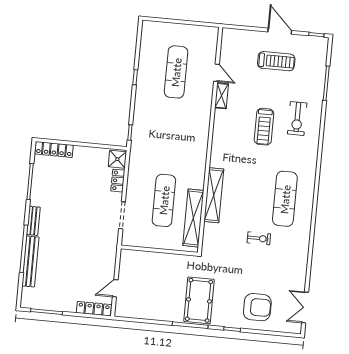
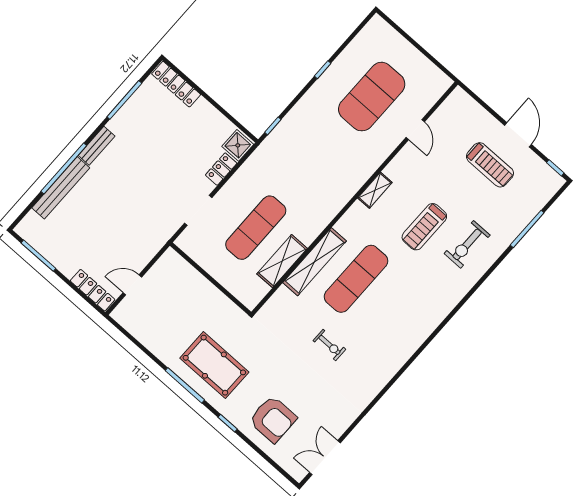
exercise mat: (176, 72) -> (372, 97), width x1.47
shelving: (222, 96) -> (375, 190), moved
exercise mat: (285, 199) -> (356, 279), moved
shelving: (193, 218) -> (282, 261), width x0.68
pool table: (199, 300) -> (214, 365), turned 90

